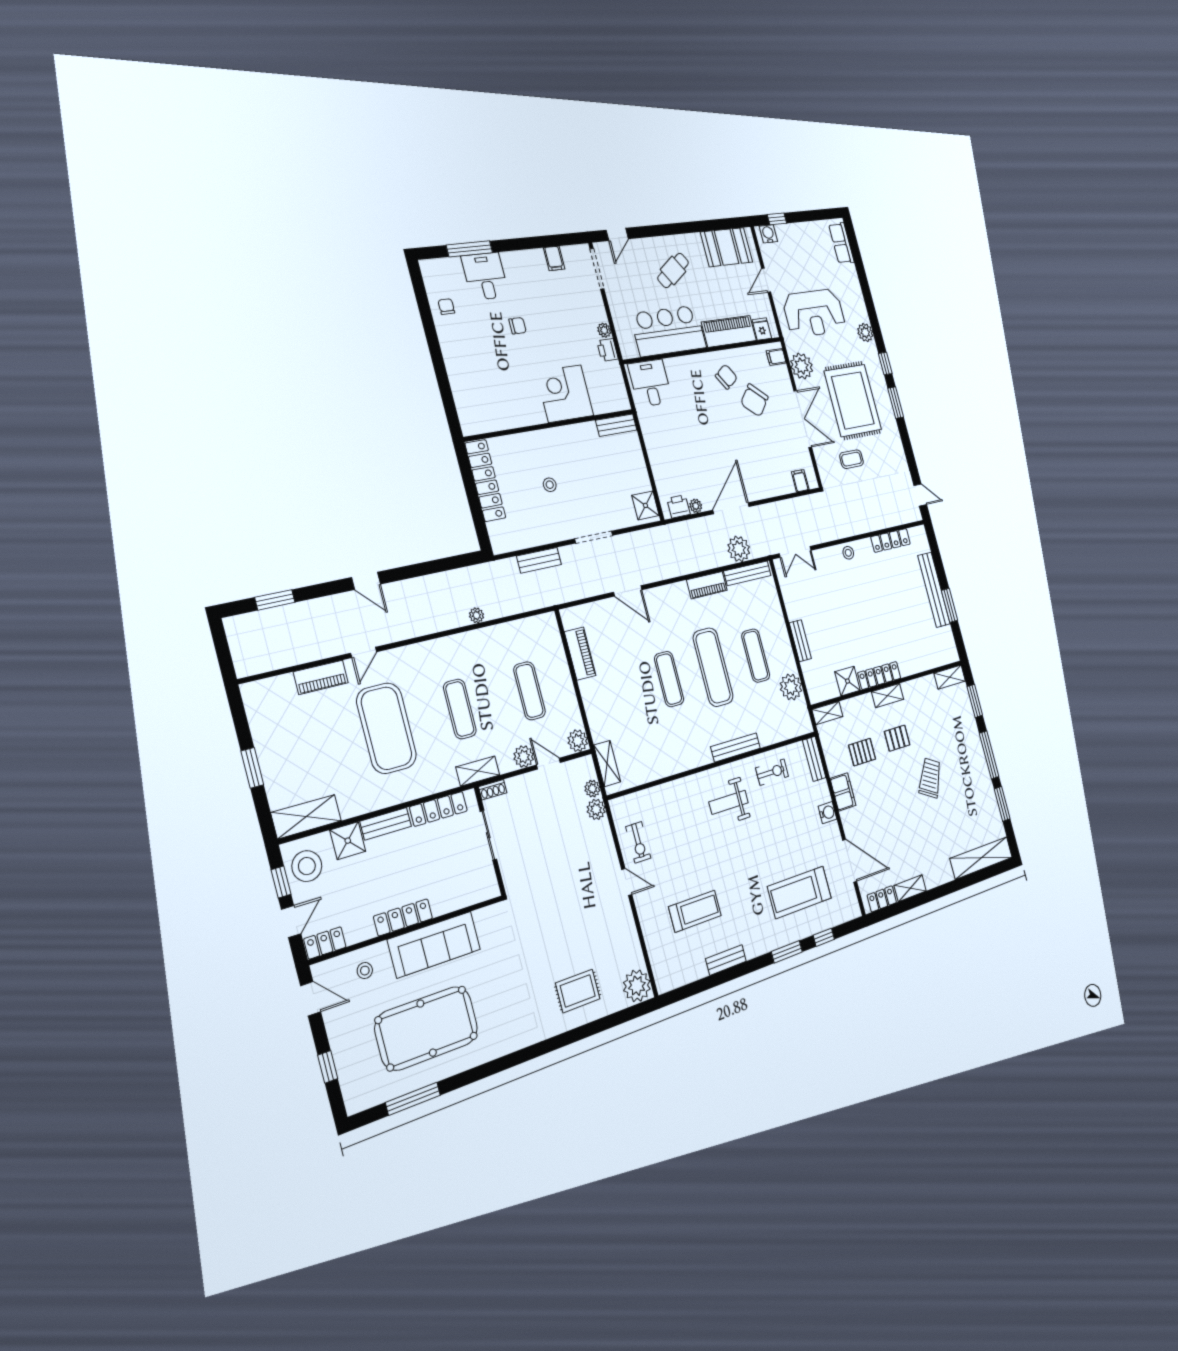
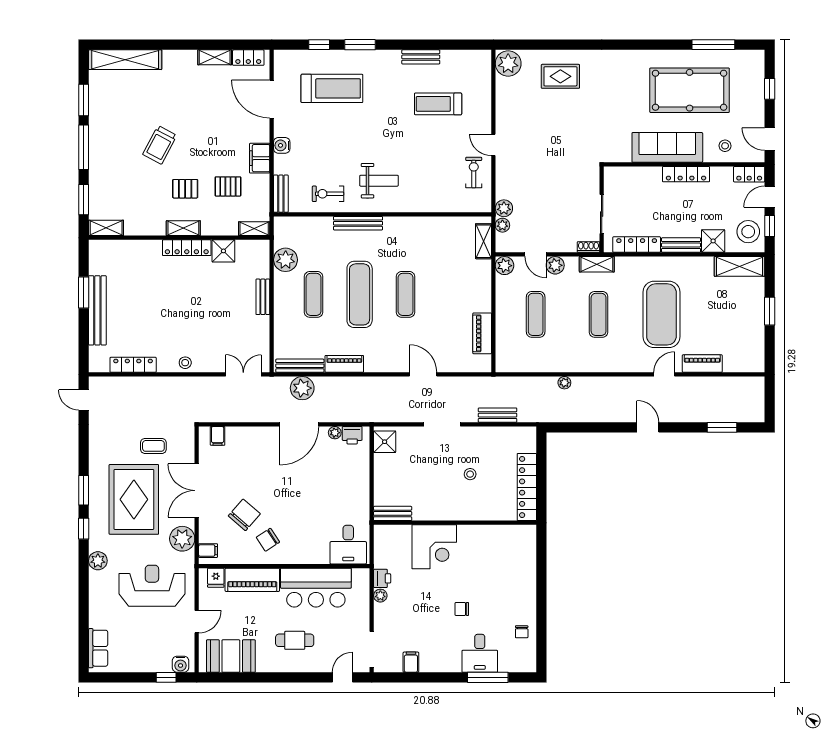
cafe table: (673, 270) -> (295, 640), turned 34

